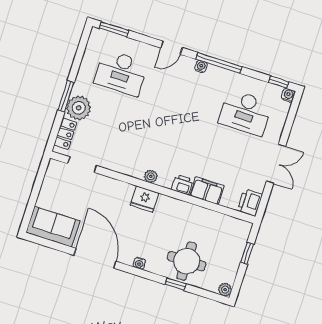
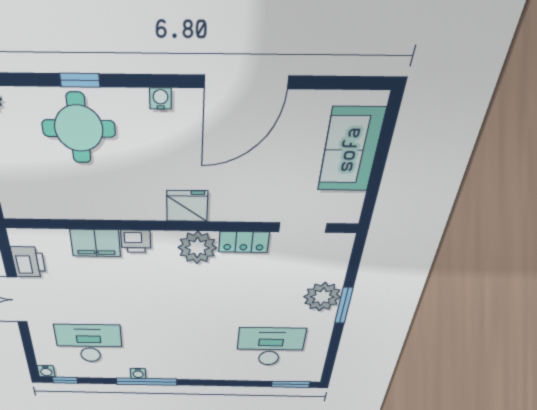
door: (172, 48) -> (211, 383), removed
water cooler: (201, 66) -> (138, 373), moved
locker: (65, 134) -> (244, 242), moved, turned -90
plant: (151, 176) -> (197, 248), width x1.88, depth x1.88
printer: (250, 203) -> (29, 262), moved
sofa: (53, 227) -> (351, 150), moved, turned 90
door: (95, 258) -> (246, 82), hinge flipped

